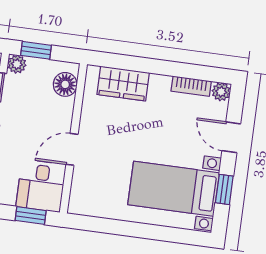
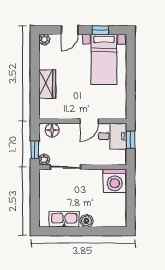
wardrobe: (123, 84) -> (47, 84), moved
bookcase: (191, 86) -> (43, 57), removed
door: (72, 149) -> (89, 121), hinge flipped

